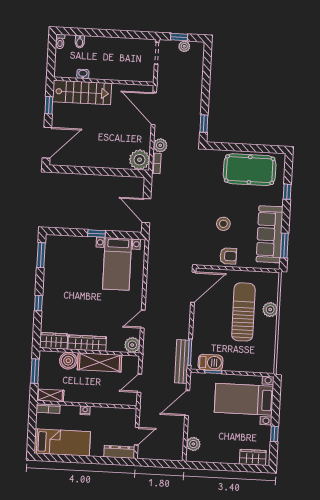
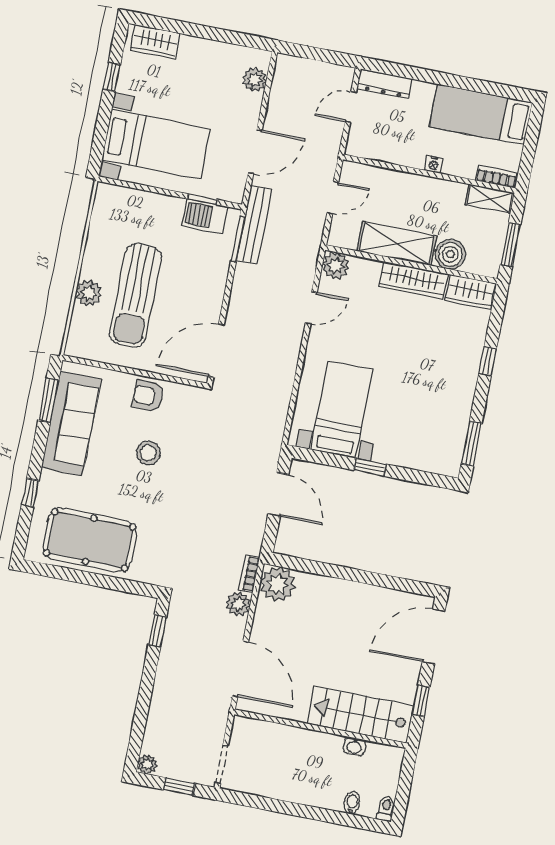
plant: (184, 46) -> (147, 764), moved

